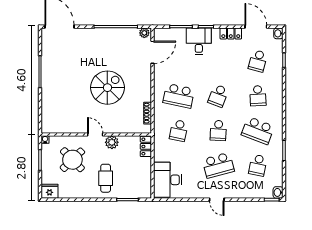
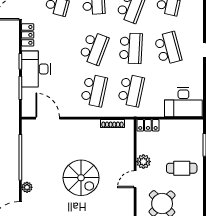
plant: (144, 33) -> (27, 187), moved
desk: (199, 41) -> (36, 69), width x1.37
spiral stairs: (107, 88) -> (81, 178), moved, turned 180
school desk: (218, 96) -> (94, 48), width x1.85
school desk: (179, 131) -> (131, 90), width x1.85
school desk: (218, 131) -> (131, 48), width x1.85

